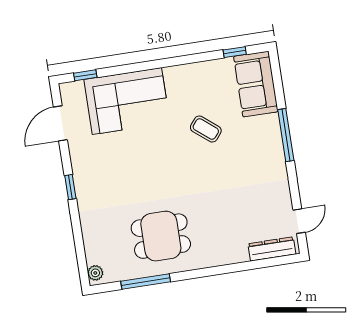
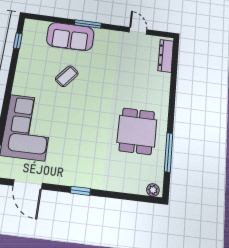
sofa: (256, 84) -> (70, 37), moved
window: (286, 135) -> (88, 24), width x0.69
door: (299, 221) -> (138, 31), moved

